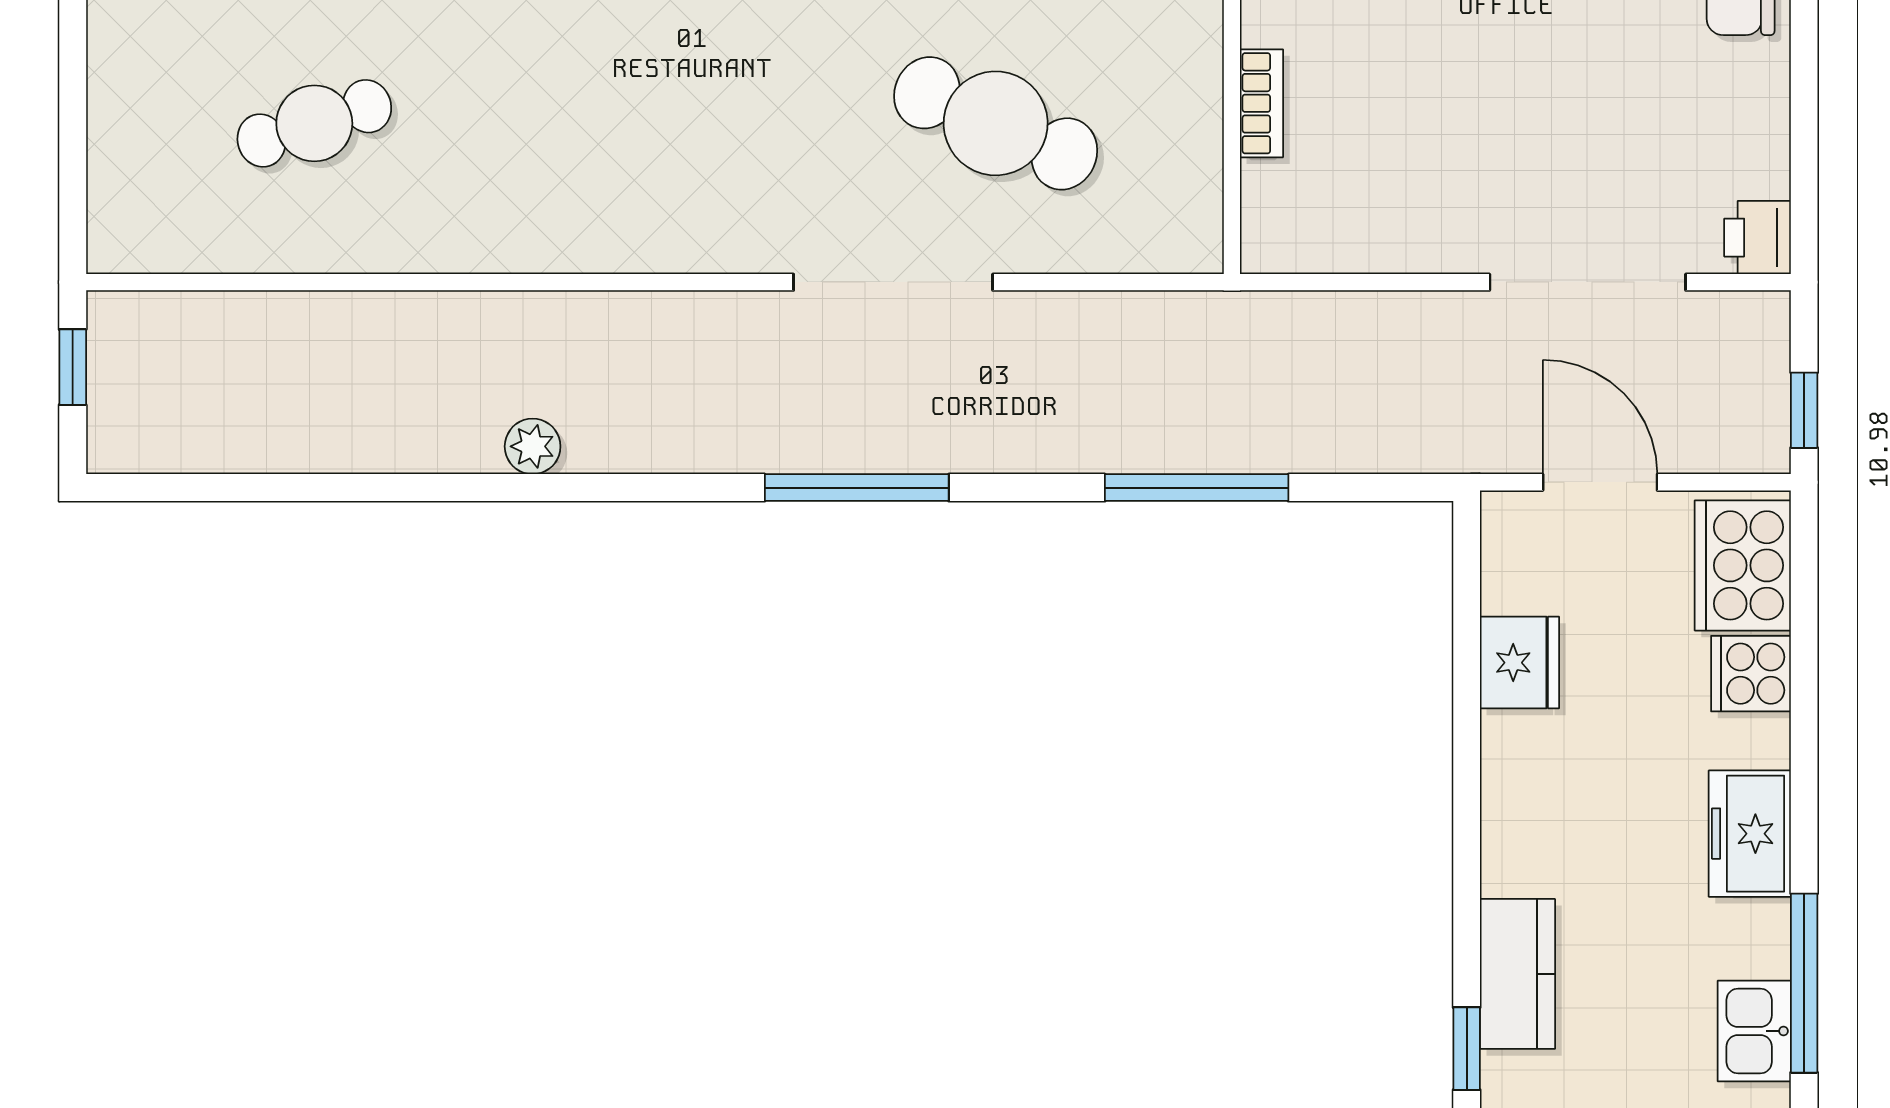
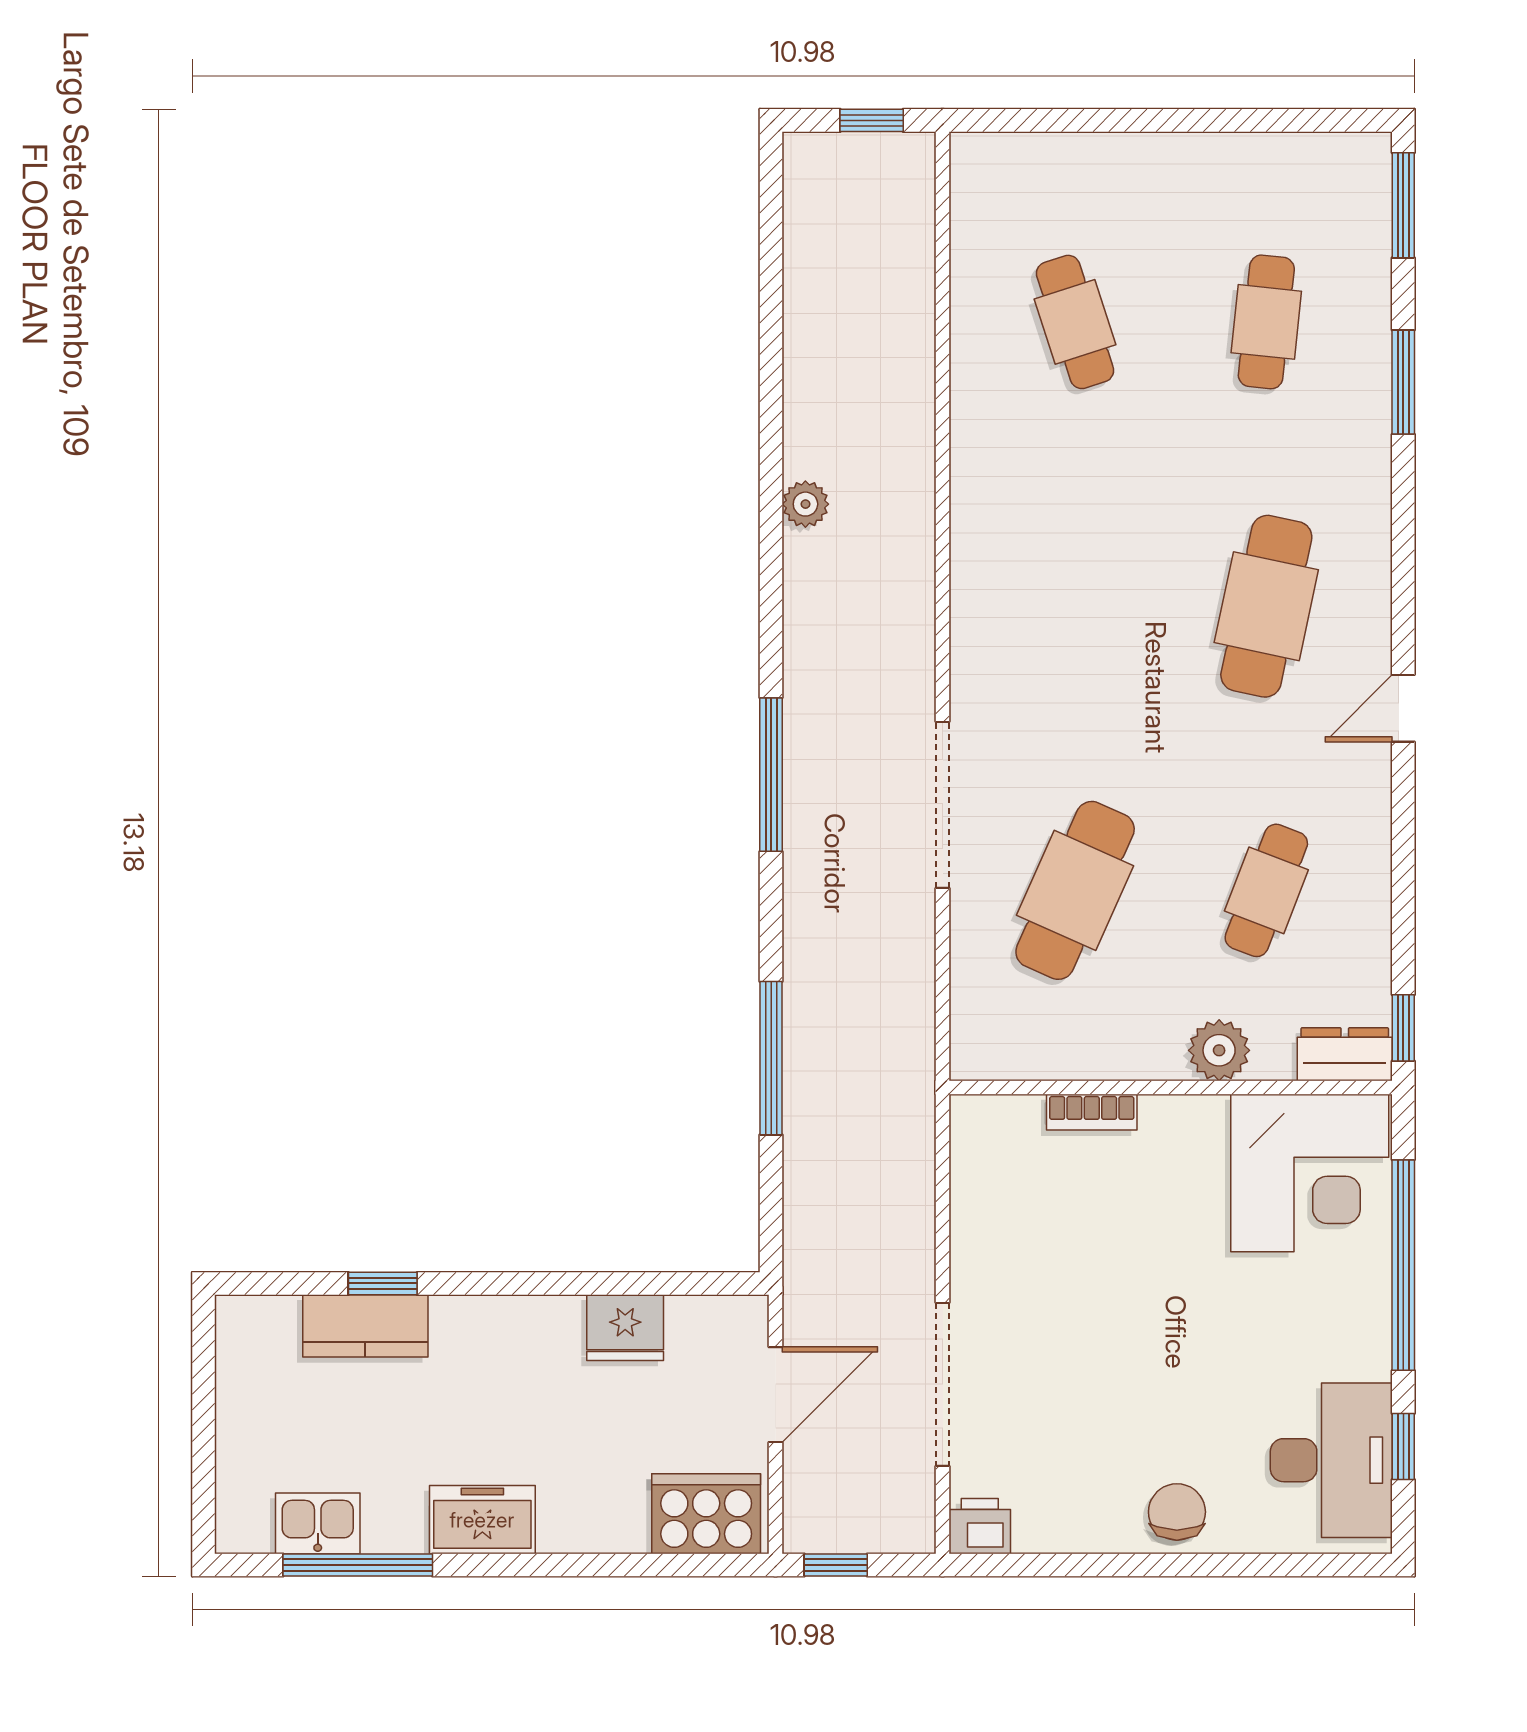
cooker: (1751, 674) -> (616, 1521), removed
window: (1467, 1049) -> (383, 1283), moved

